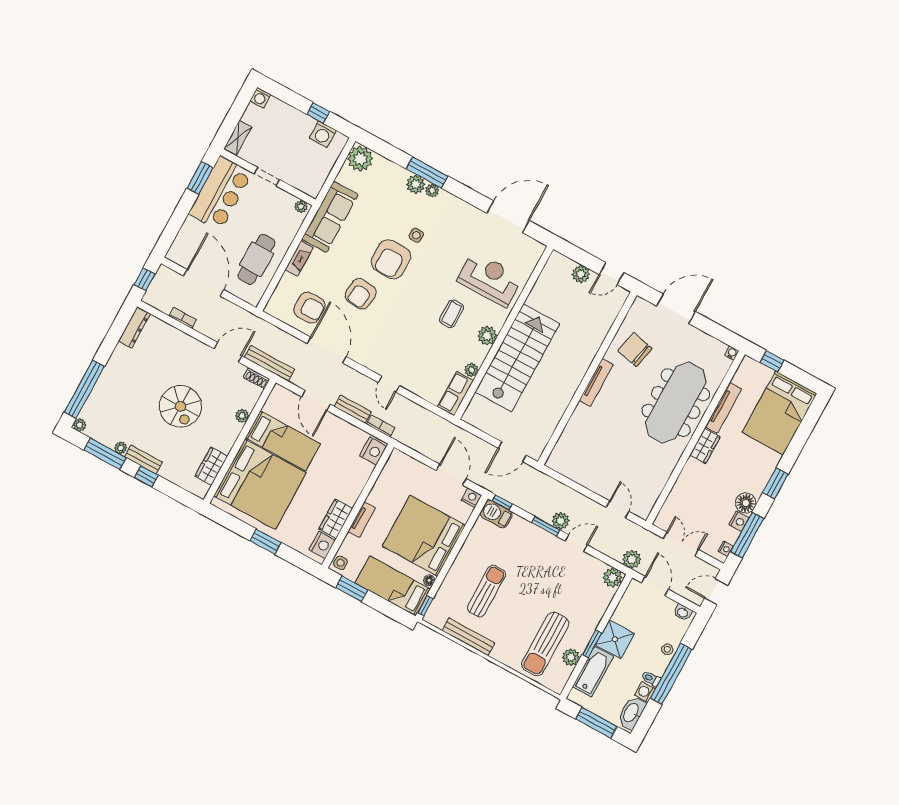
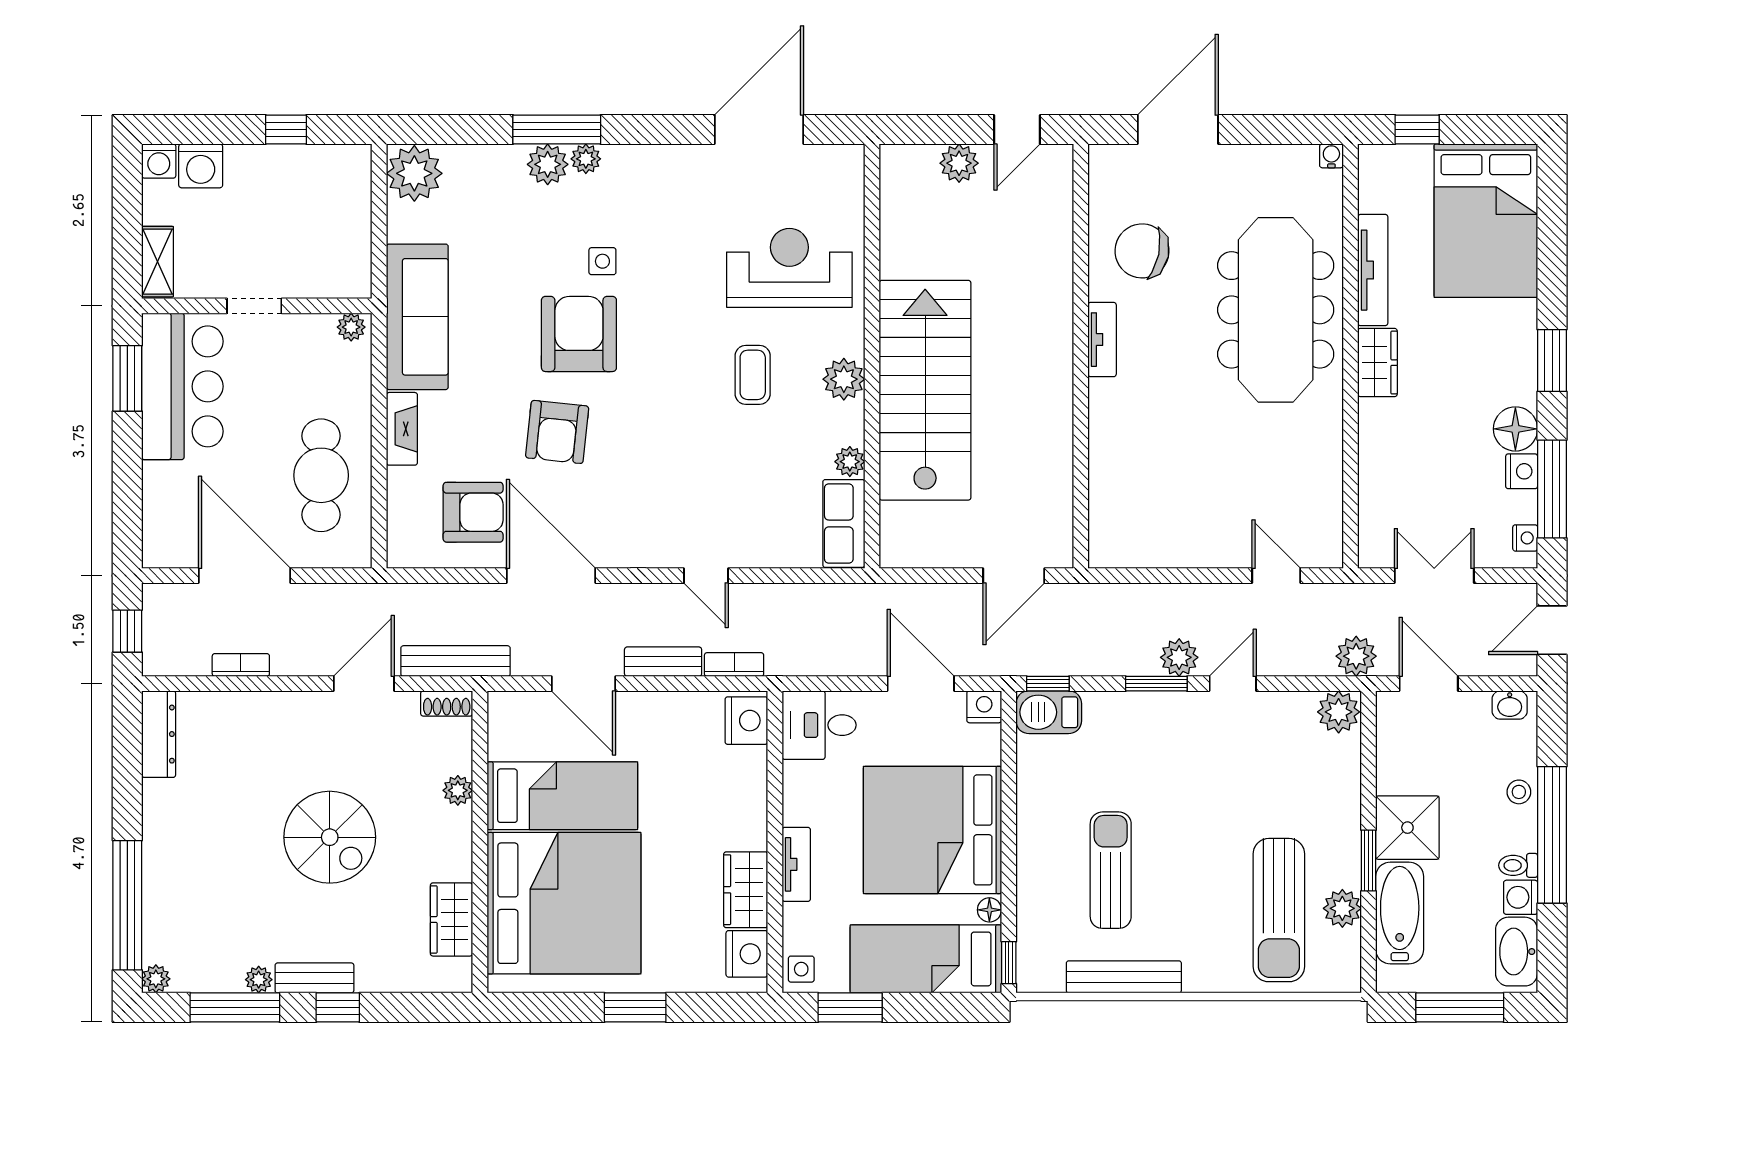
washing machine: (323, 134) -> (201, 166), moved
armchair: (391, 259) -> (579, 334), turned 180
tv unit: (596, 382) -> (1102, 340), width x0.71
desk: (401, 469) -> (819, 725), added

